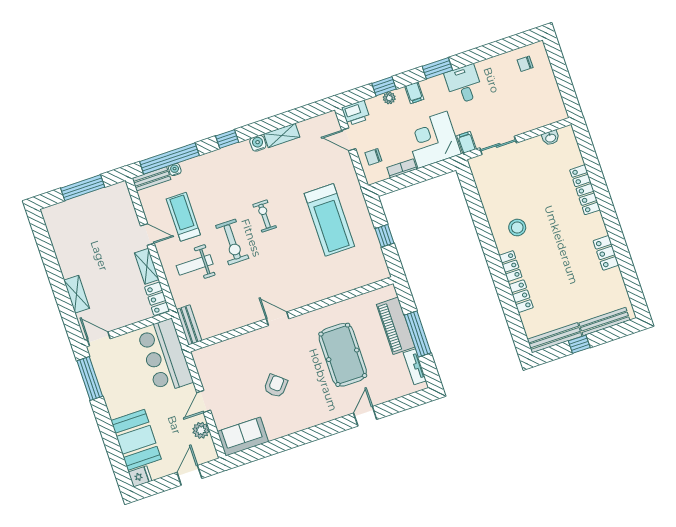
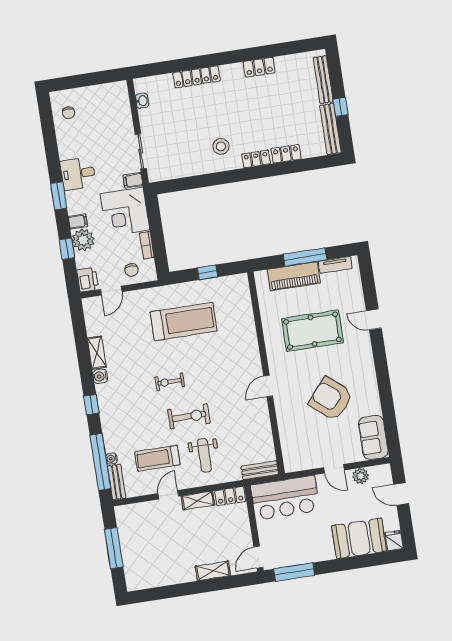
plant: (389, 98) -> (83, 240), width x1.87, depth x1.87
armchair: (276, 386) -> (331, 399), width x1.88, depth x1.88

